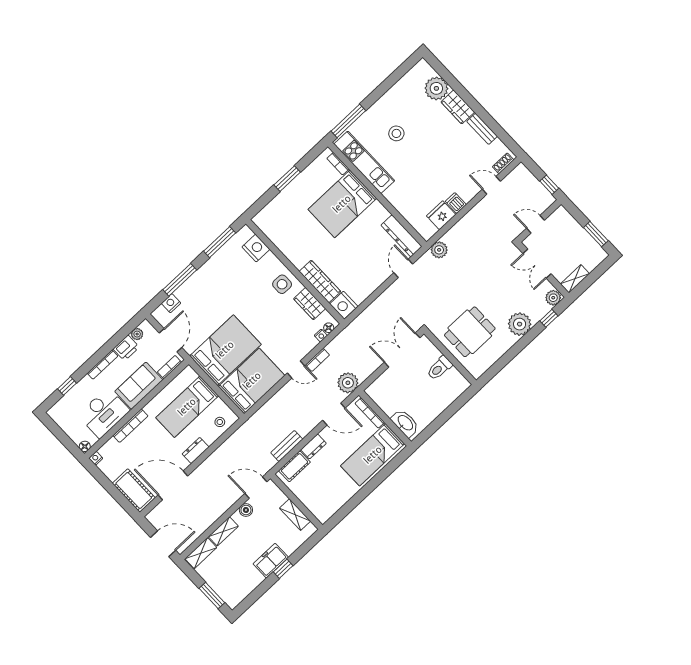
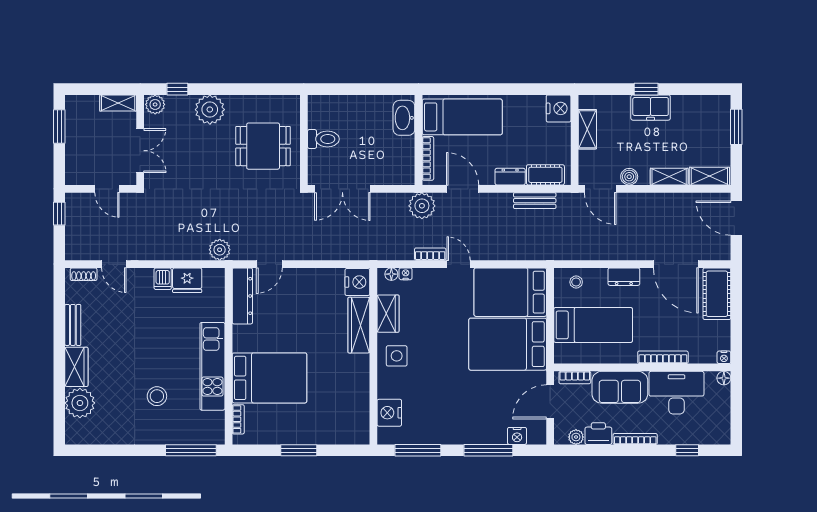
kitchen unit: (364, 162) -> (212, 366), moved
nightstand: (322, 511) -> (559, 108), added

